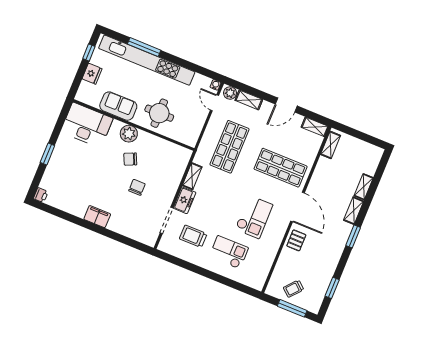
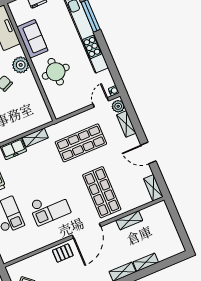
shelving: (331, 145) -> (129, 220), moved

